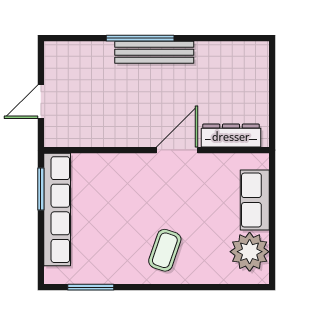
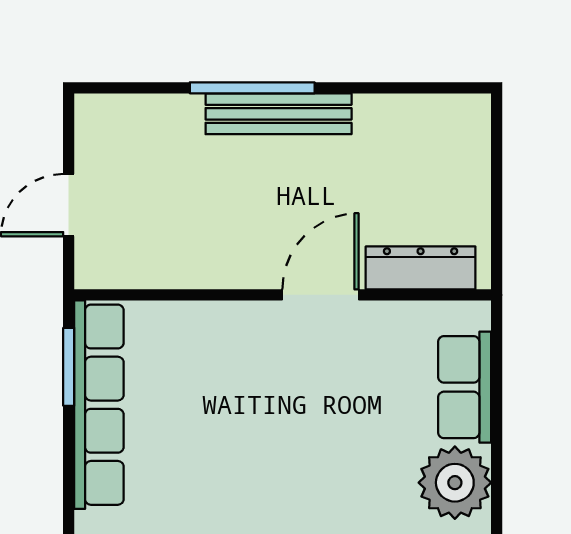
coffee table: (165, 250) -> (298, 480), removed

